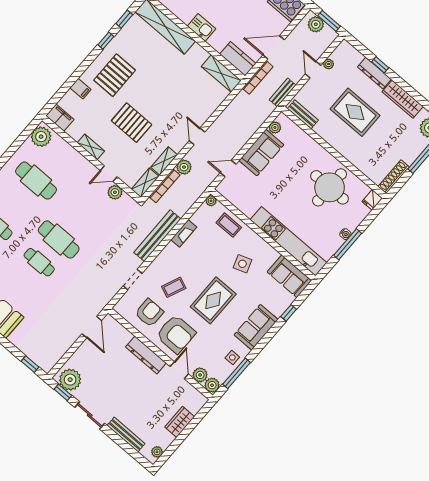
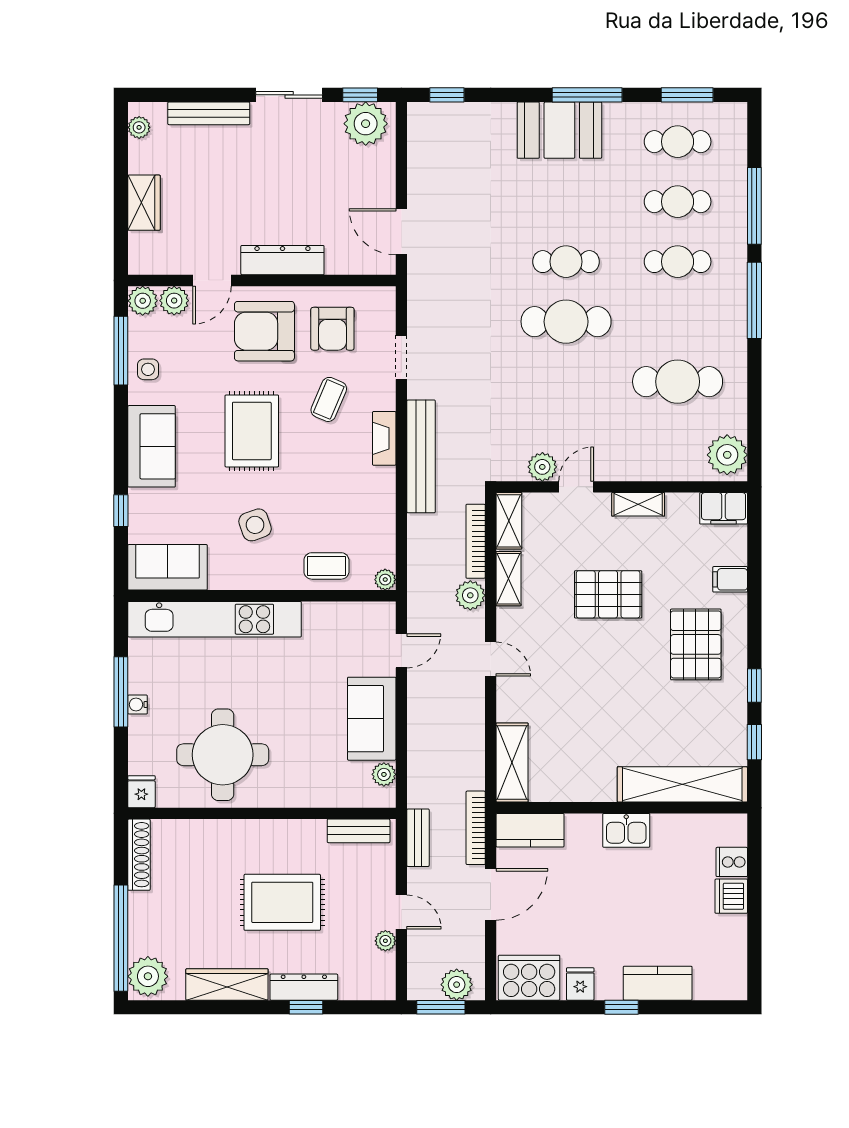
shelving: (221, 74) -> (512, 763), moved, turned 90
fireplace: (184, 233) -> (384, 438), moved
door: (179, 370) -> (212, 280), hinge flipped

